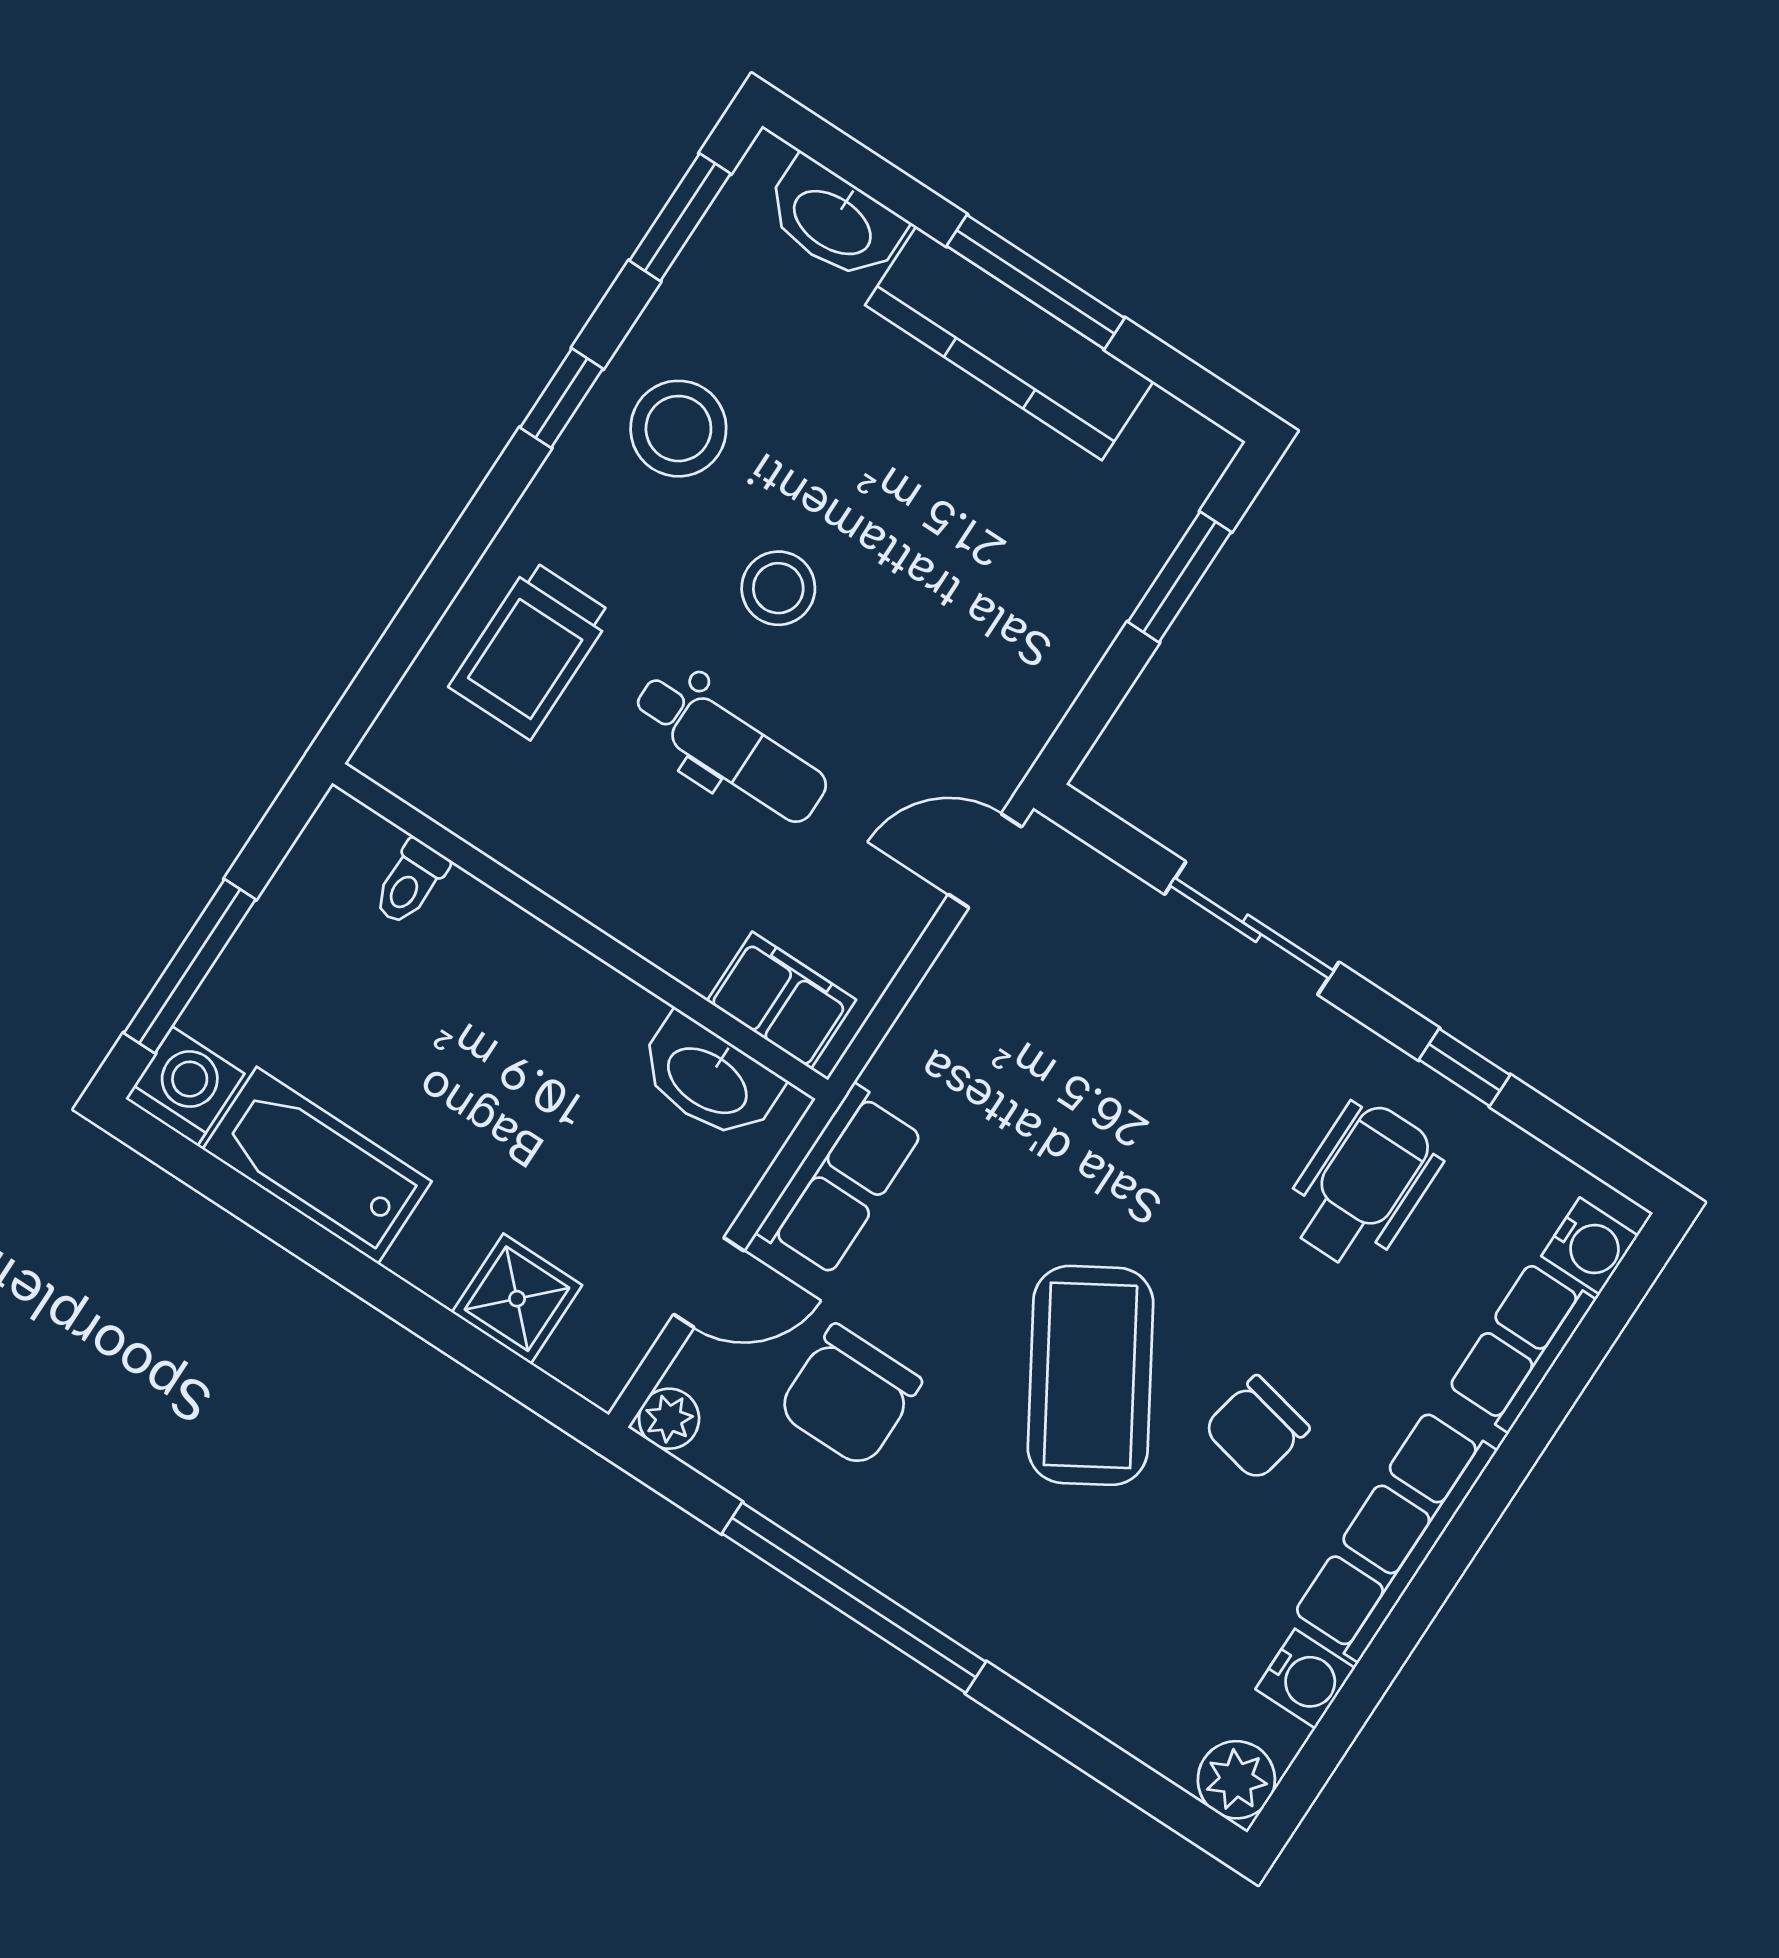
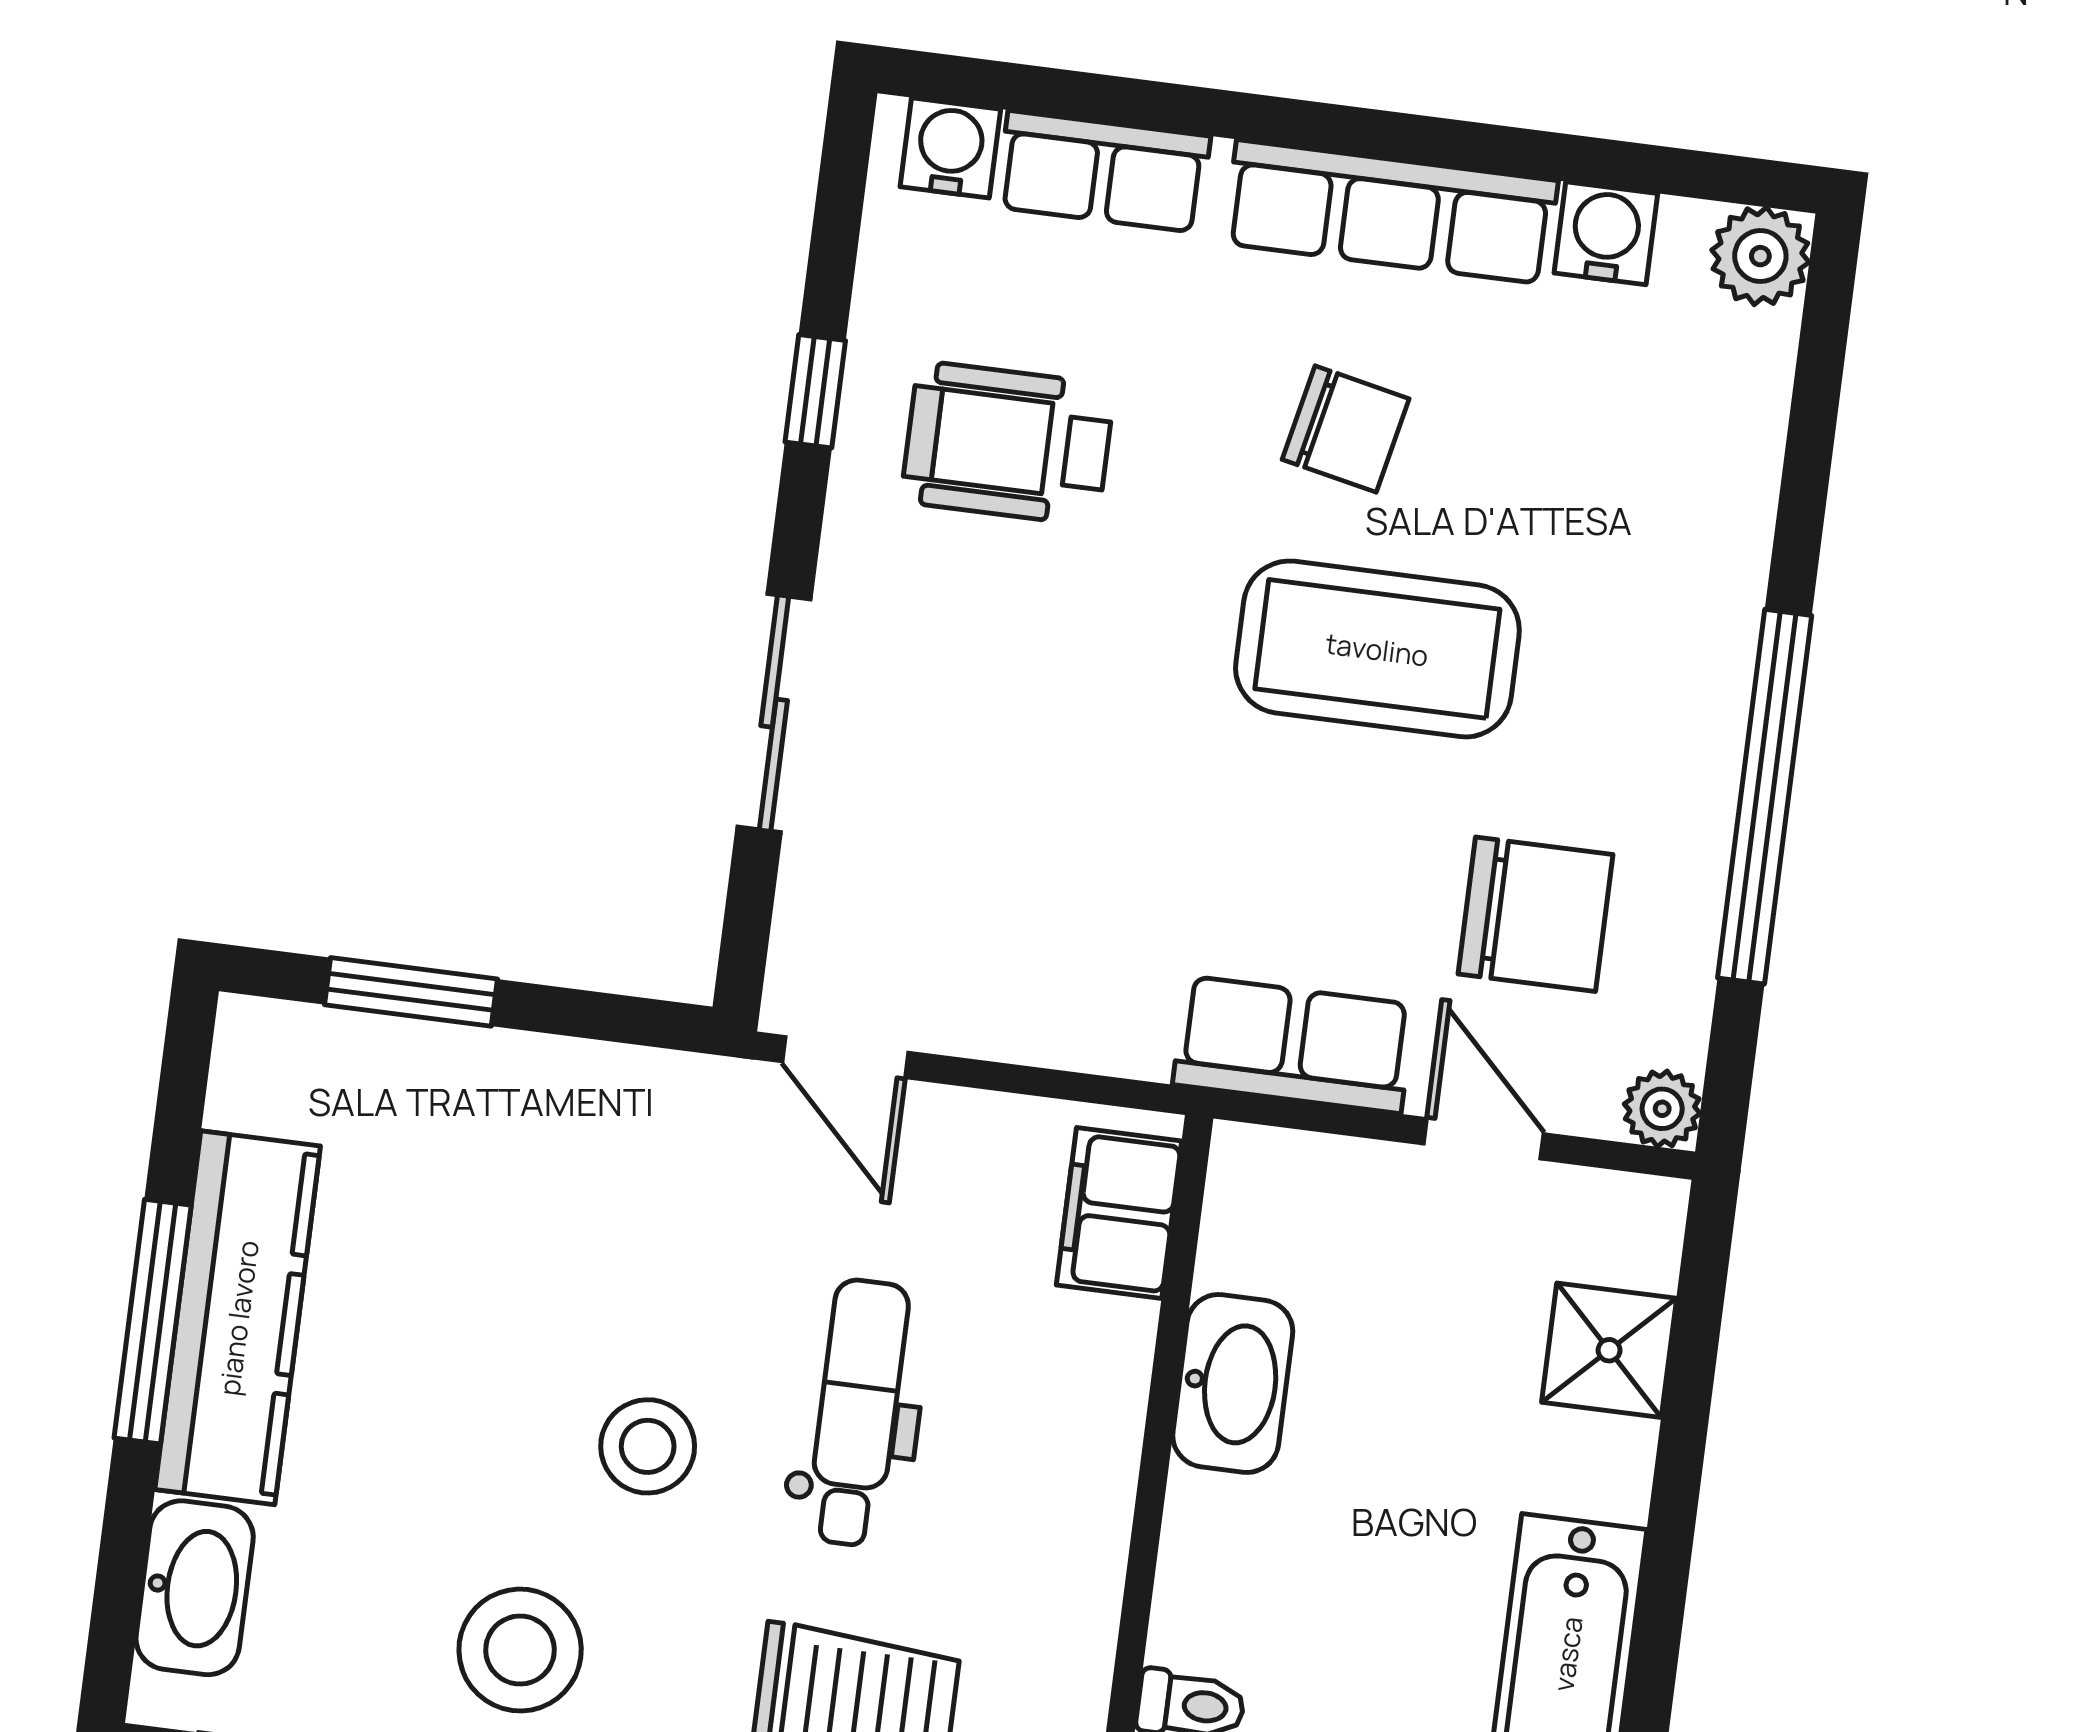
washbasin: (709, 1079) -> (1233, 1383), moved
coffee table: (1090, 1375) -> (1377, 649), turned 31

